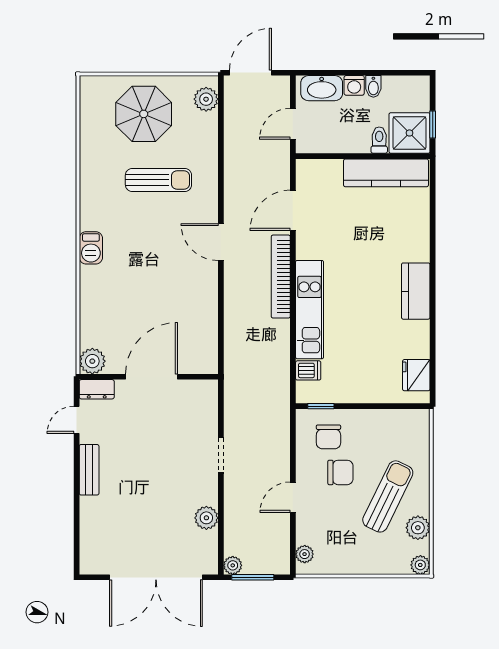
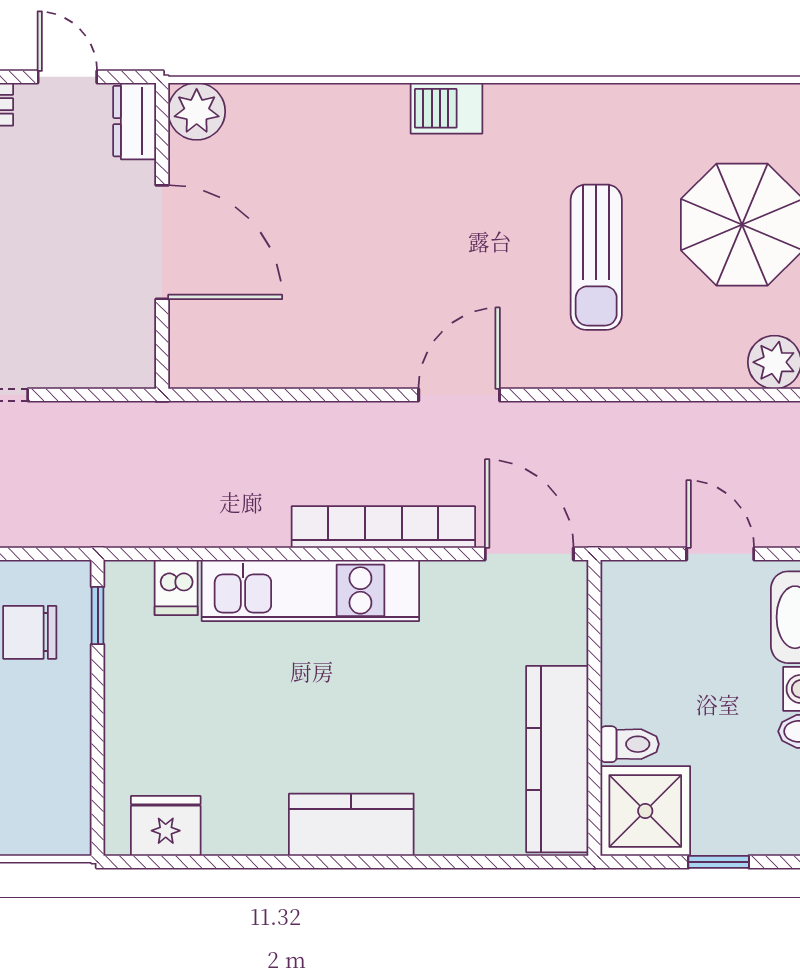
shower: (409, 133) -> (645, 811), moved
toilet: (379, 140) -> (630, 744), moved
wall: (363, 156) -> (594, 708), moved
kitchen counter: (386, 173) -> (557, 759), moved

